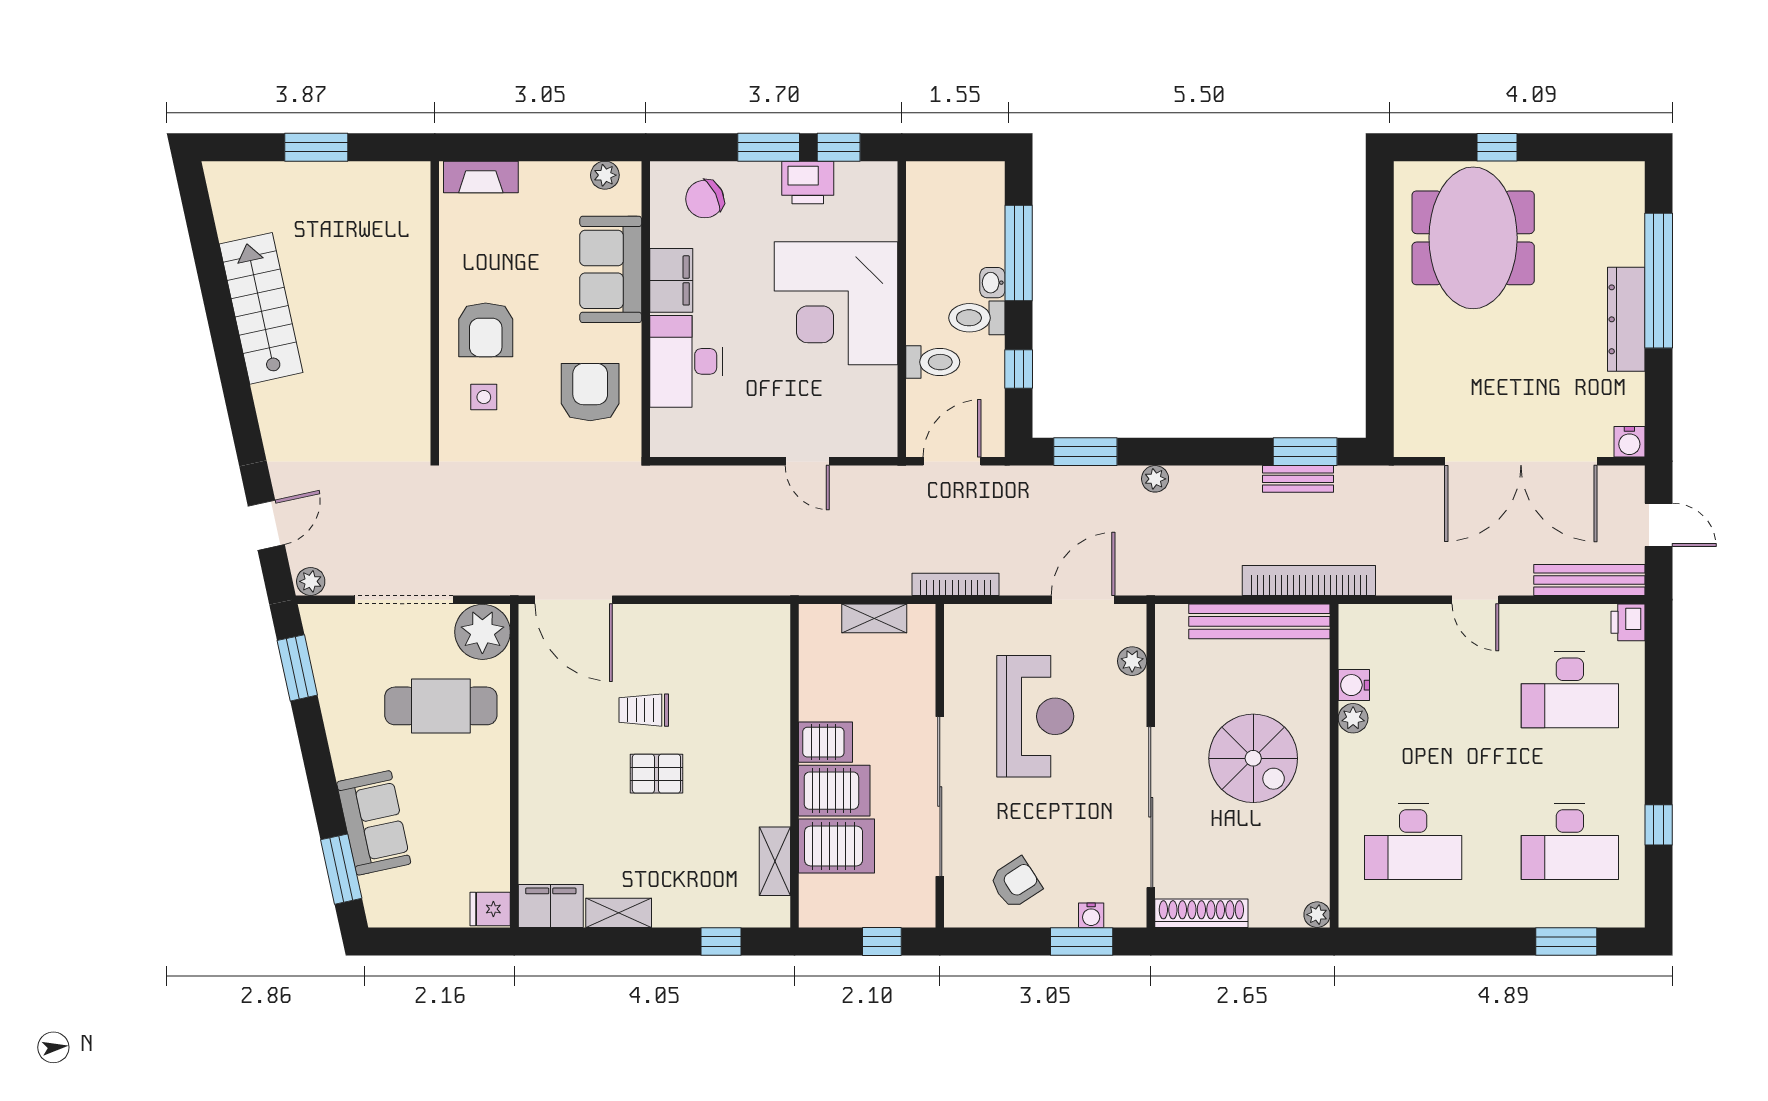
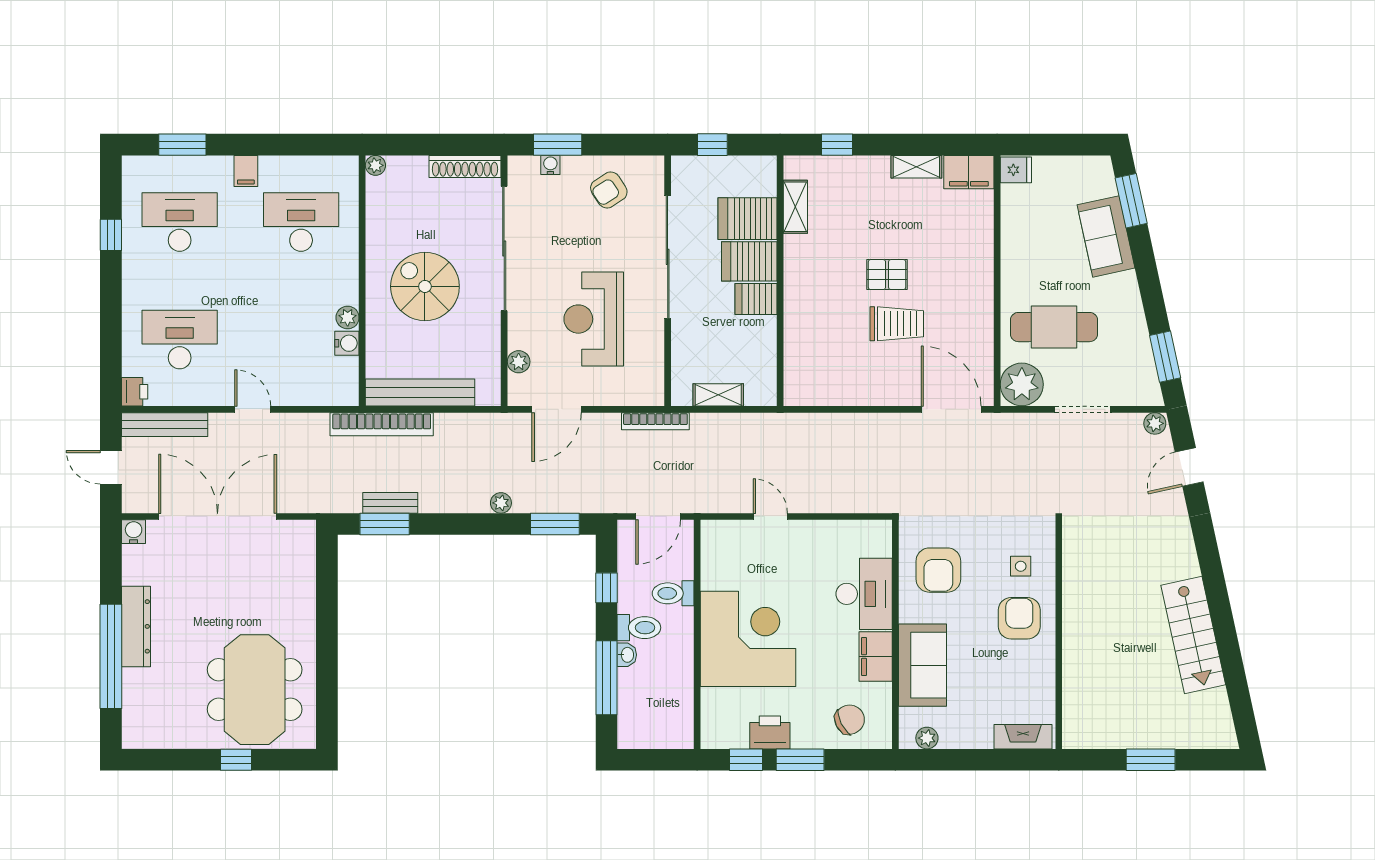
doorway: (404, 600) -> (1083, 409), width x0.73
trolley: (644, 710) -> (897, 324), width x1.36, depth x1.39
filing cabinet: (1484, 907) -> (246, 171), added

